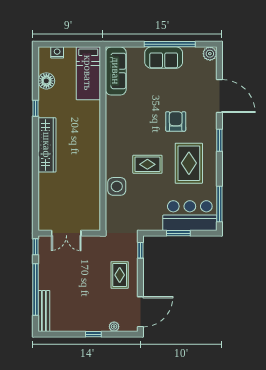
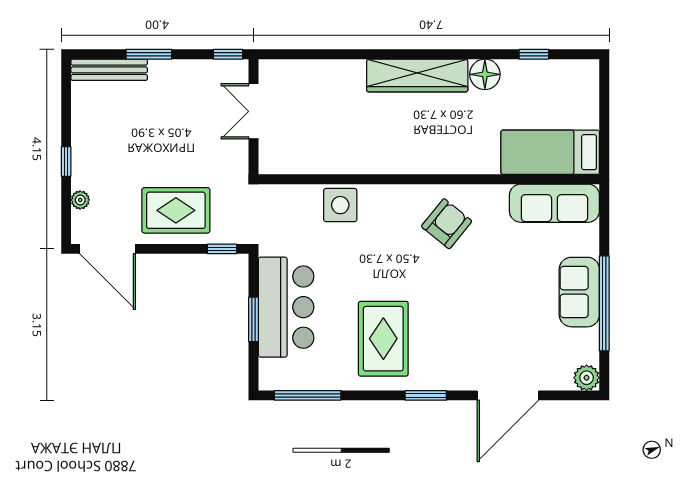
nightstand: (57, 52) -> (589, 94), removed
floor lamp: (46, 81) -> (485, 74), moved
window: (36, 108) -> (534, 54), moved
armchair: (176, 121) -> (447, 224), moved, turned -51
rug: (189, 163) -> (383, 339), turned 90
rug: (147, 164) -> (381, 262), removed
bar counter: (190, 216) -> (286, 307), moved
rug: (120, 275) -> (176, 210), width x1.36, depth x1.43
window: (36, 290) -> (149, 54), width x0.47

